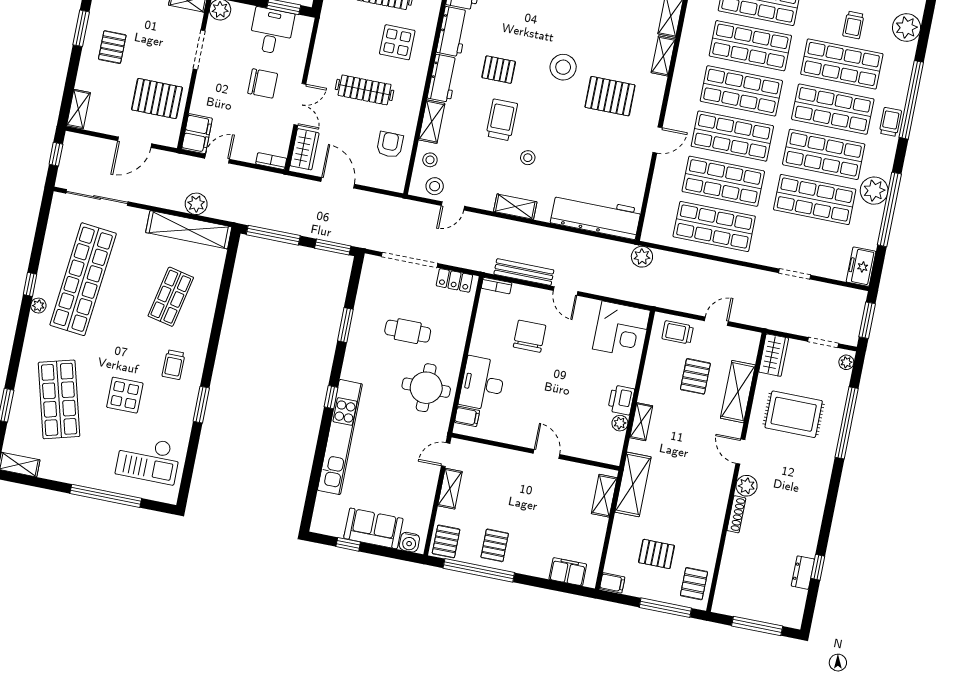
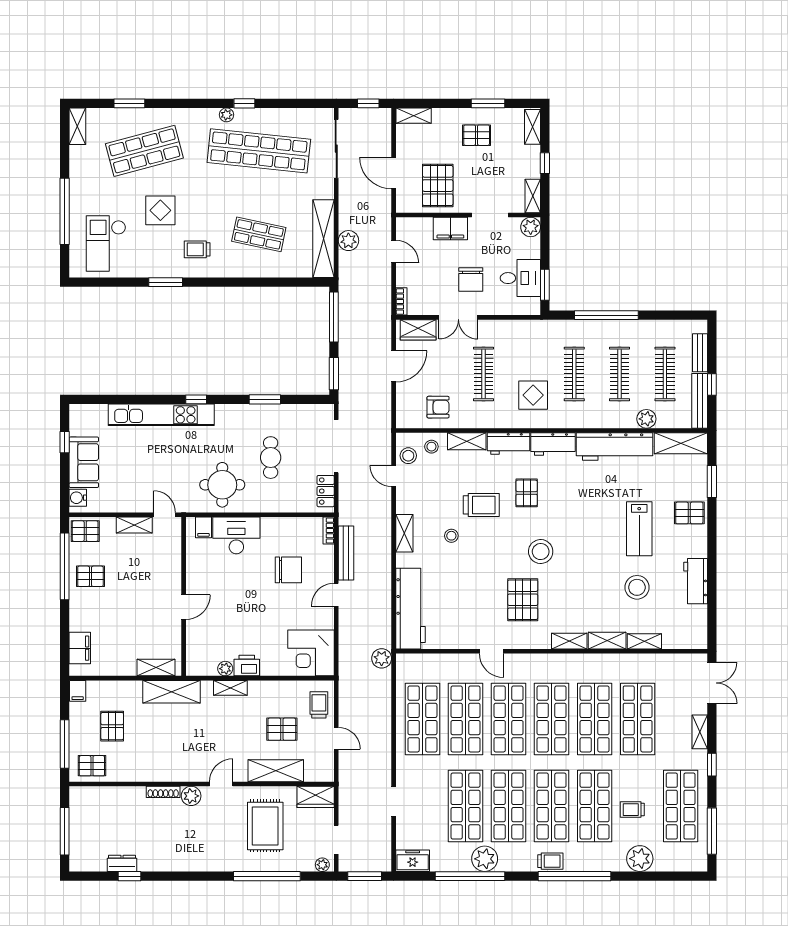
filing cabinet: (197, 134) -> (450, 229), moved

